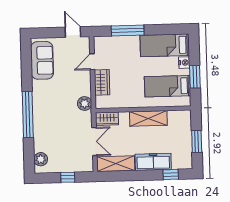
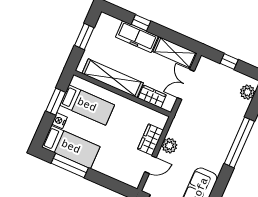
window: (128, 31) -> (70, 165), moved
plant: (85, 103) -> (169, 146), moved
shelving: (148, 118) -> (113, 78), width x1.47
wardrobe: (107, 119) -> (152, 97), moved
window: (171, 174) -> (141, 23), moved

